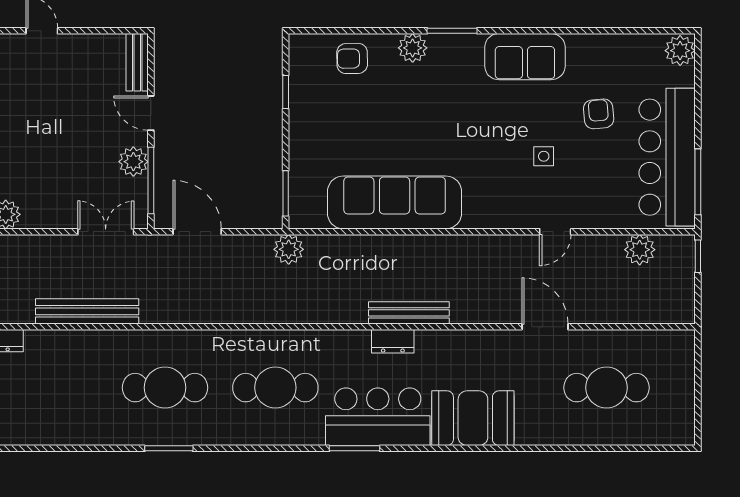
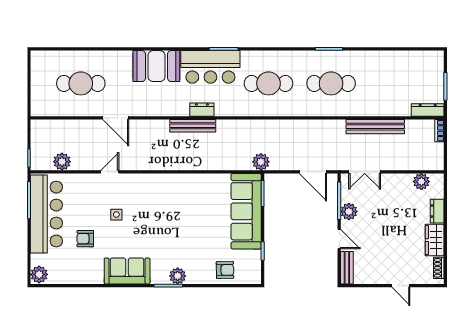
plant: (413, 48) -> (178, 276), moved
armchair: (599, 114) -> (85, 239), turned 95
sofa: (395, 202) -> (246, 211), moved, turned 90

